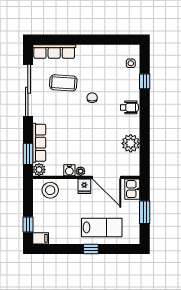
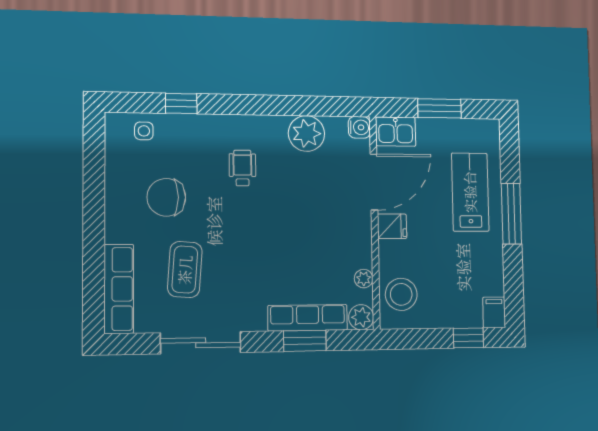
sliding door: (28, 90) -> (201, 343), width x0.73
chair: (92, 98) -> (166, 197), moved, width x1.87, depth x1.87
wheelchair: (129, 107) -> (242, 168), moved
window: (28, 154) -> (305, 341), moved
water cooler: (69, 170) -> (359, 127), moved
plant: (81, 171) -> (364, 279), moved
window: (91, 249) -> (511, 214), width x2.17

